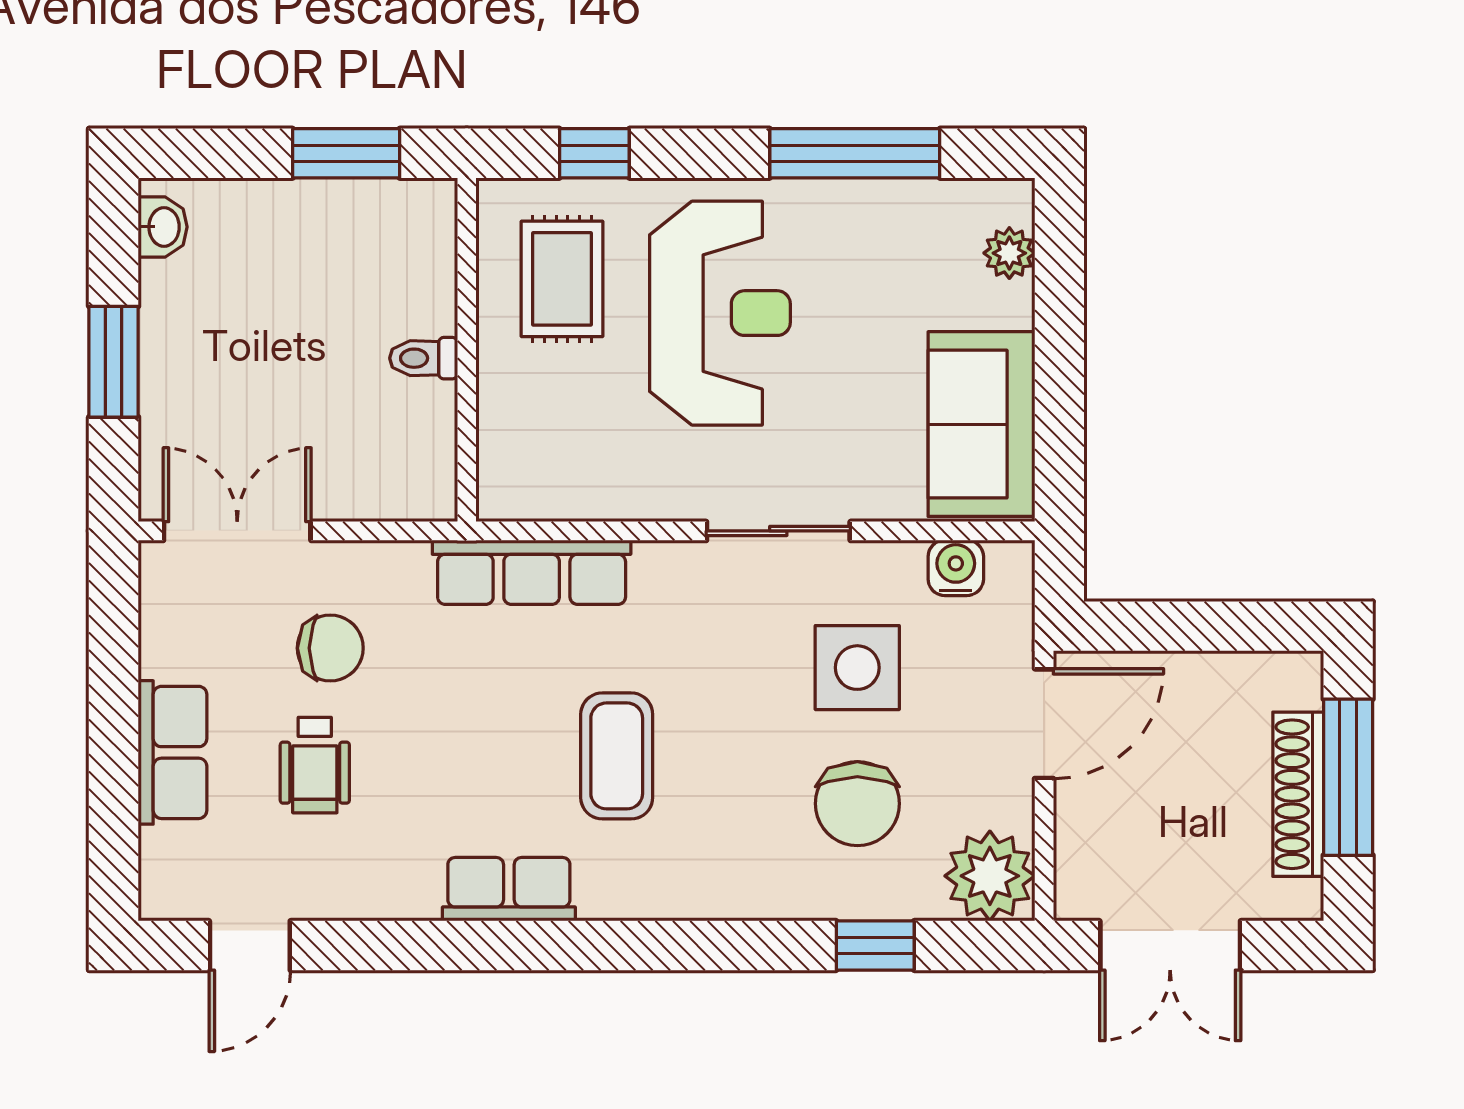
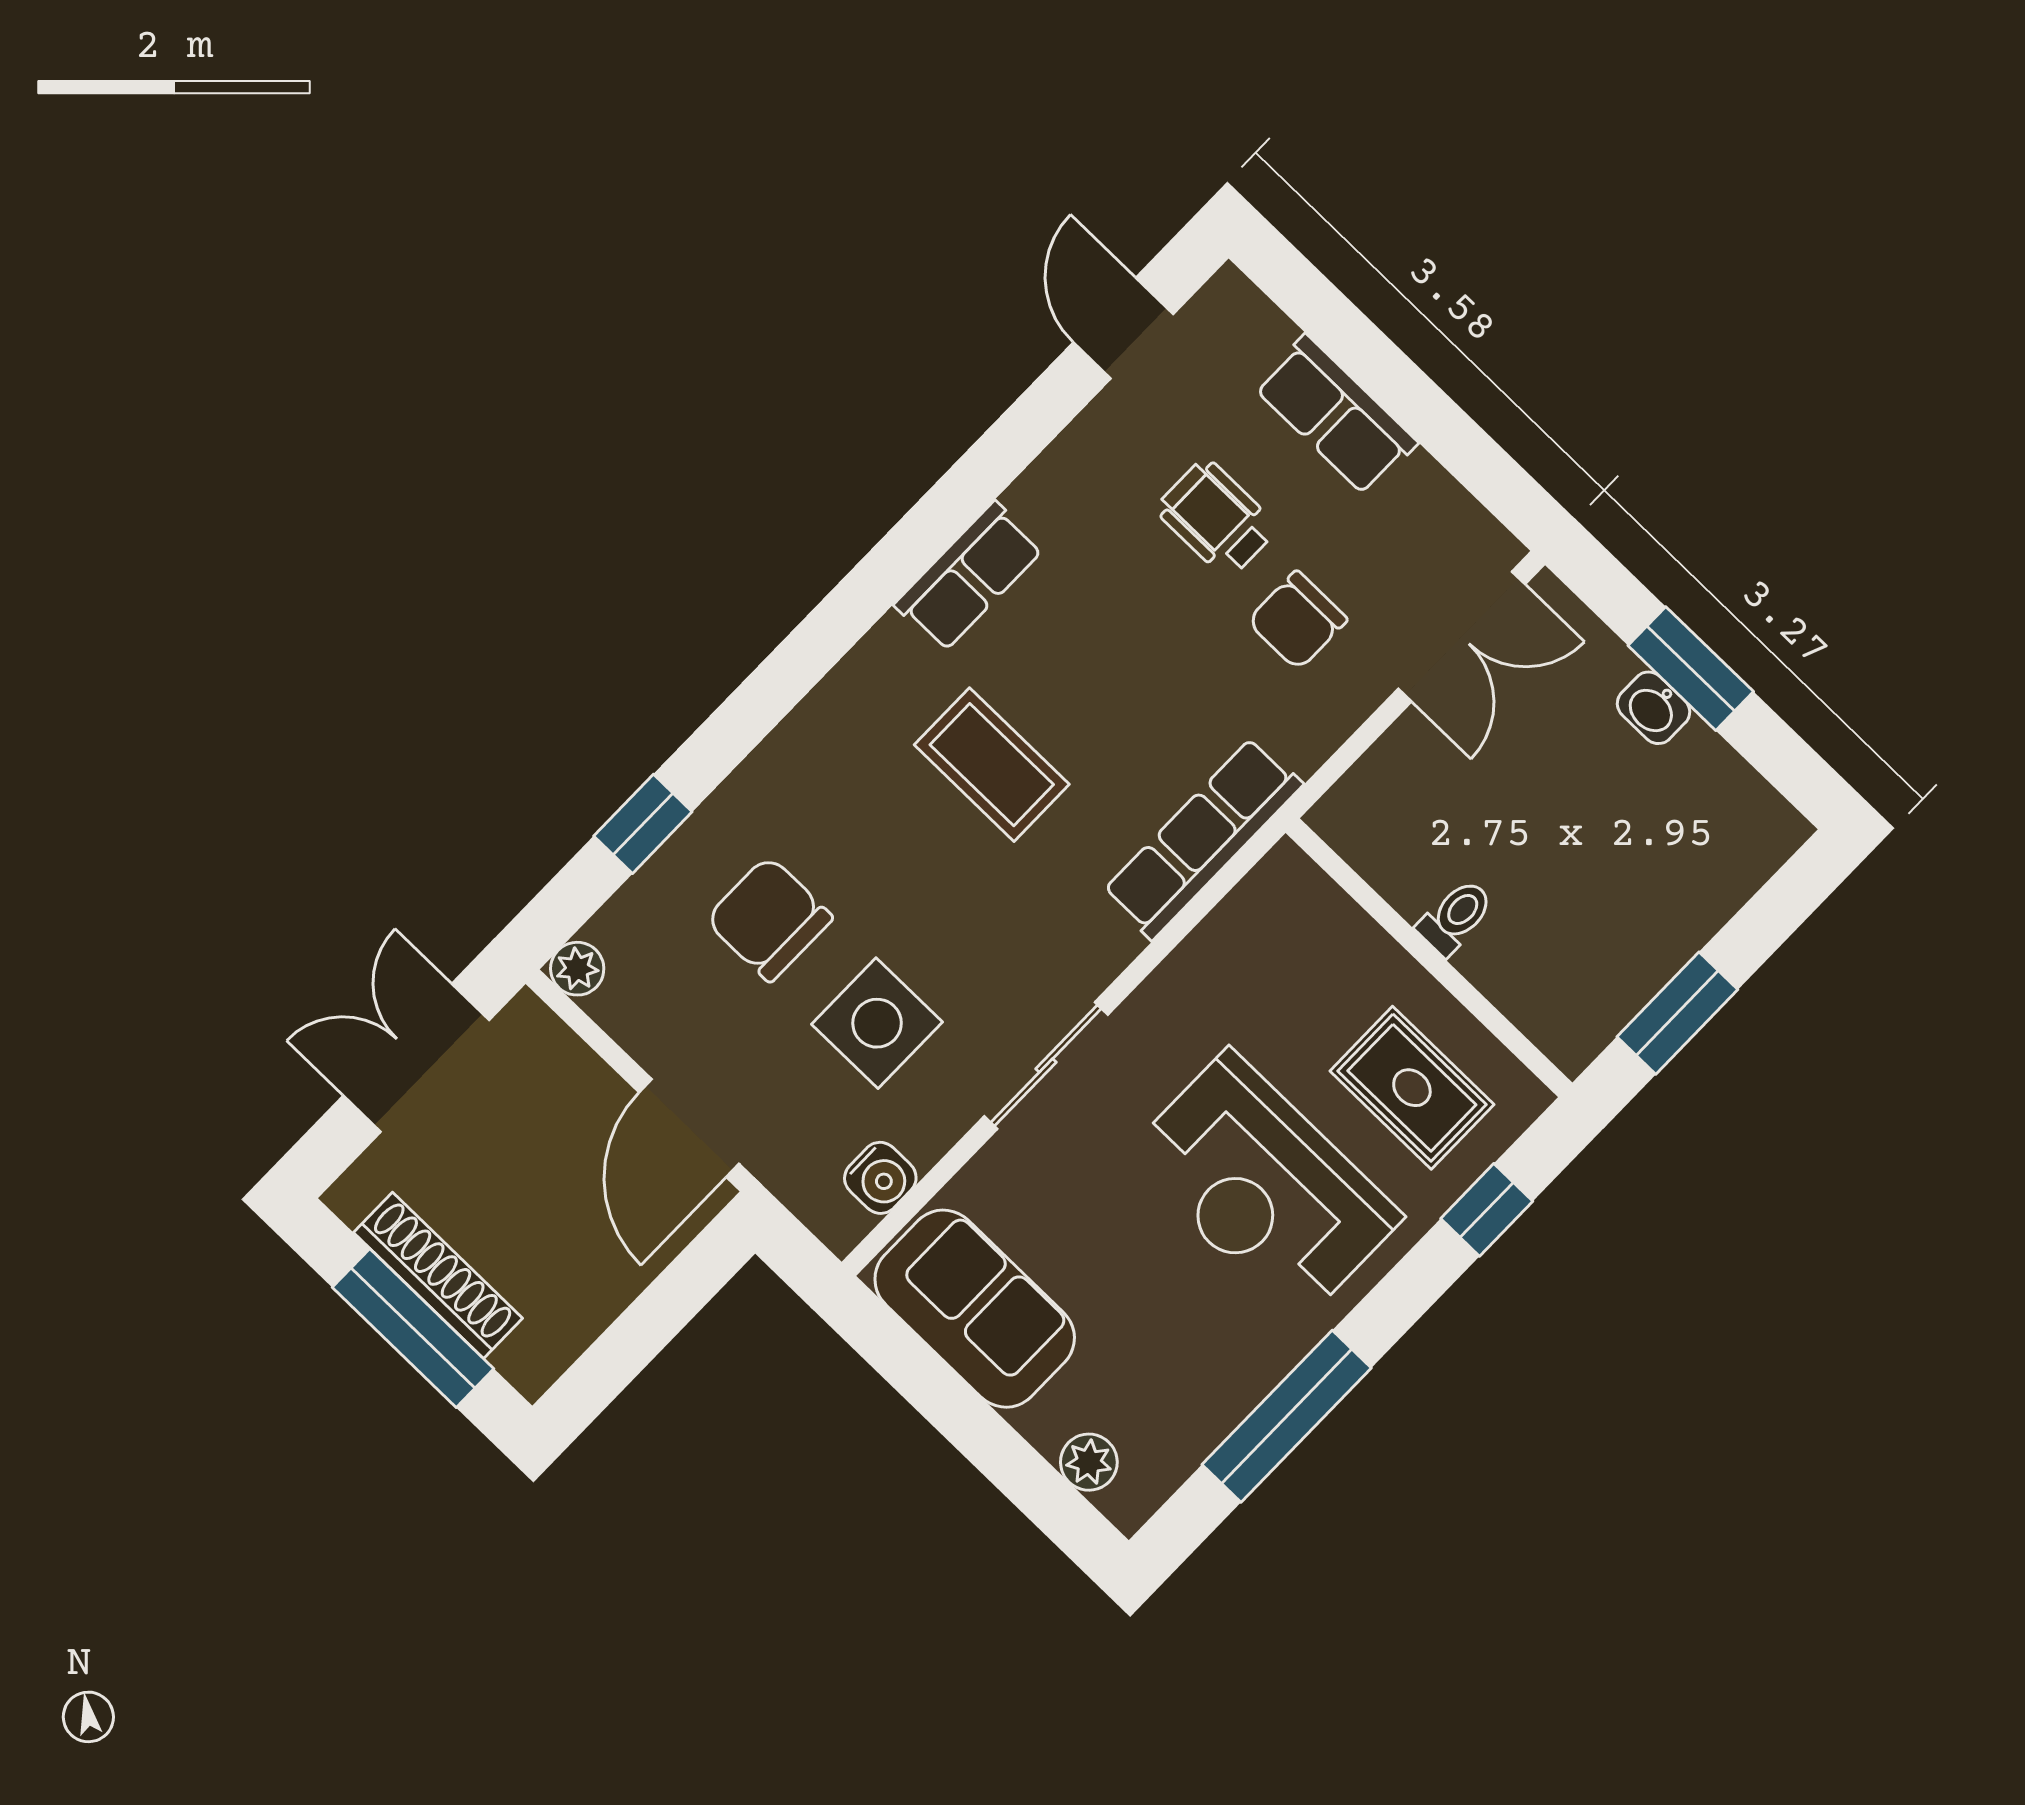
washbasin: (163, 227) -> (1653, 708), moved
plant: (990, 876) -> (577, 969), width x0.53, depth x0.53

